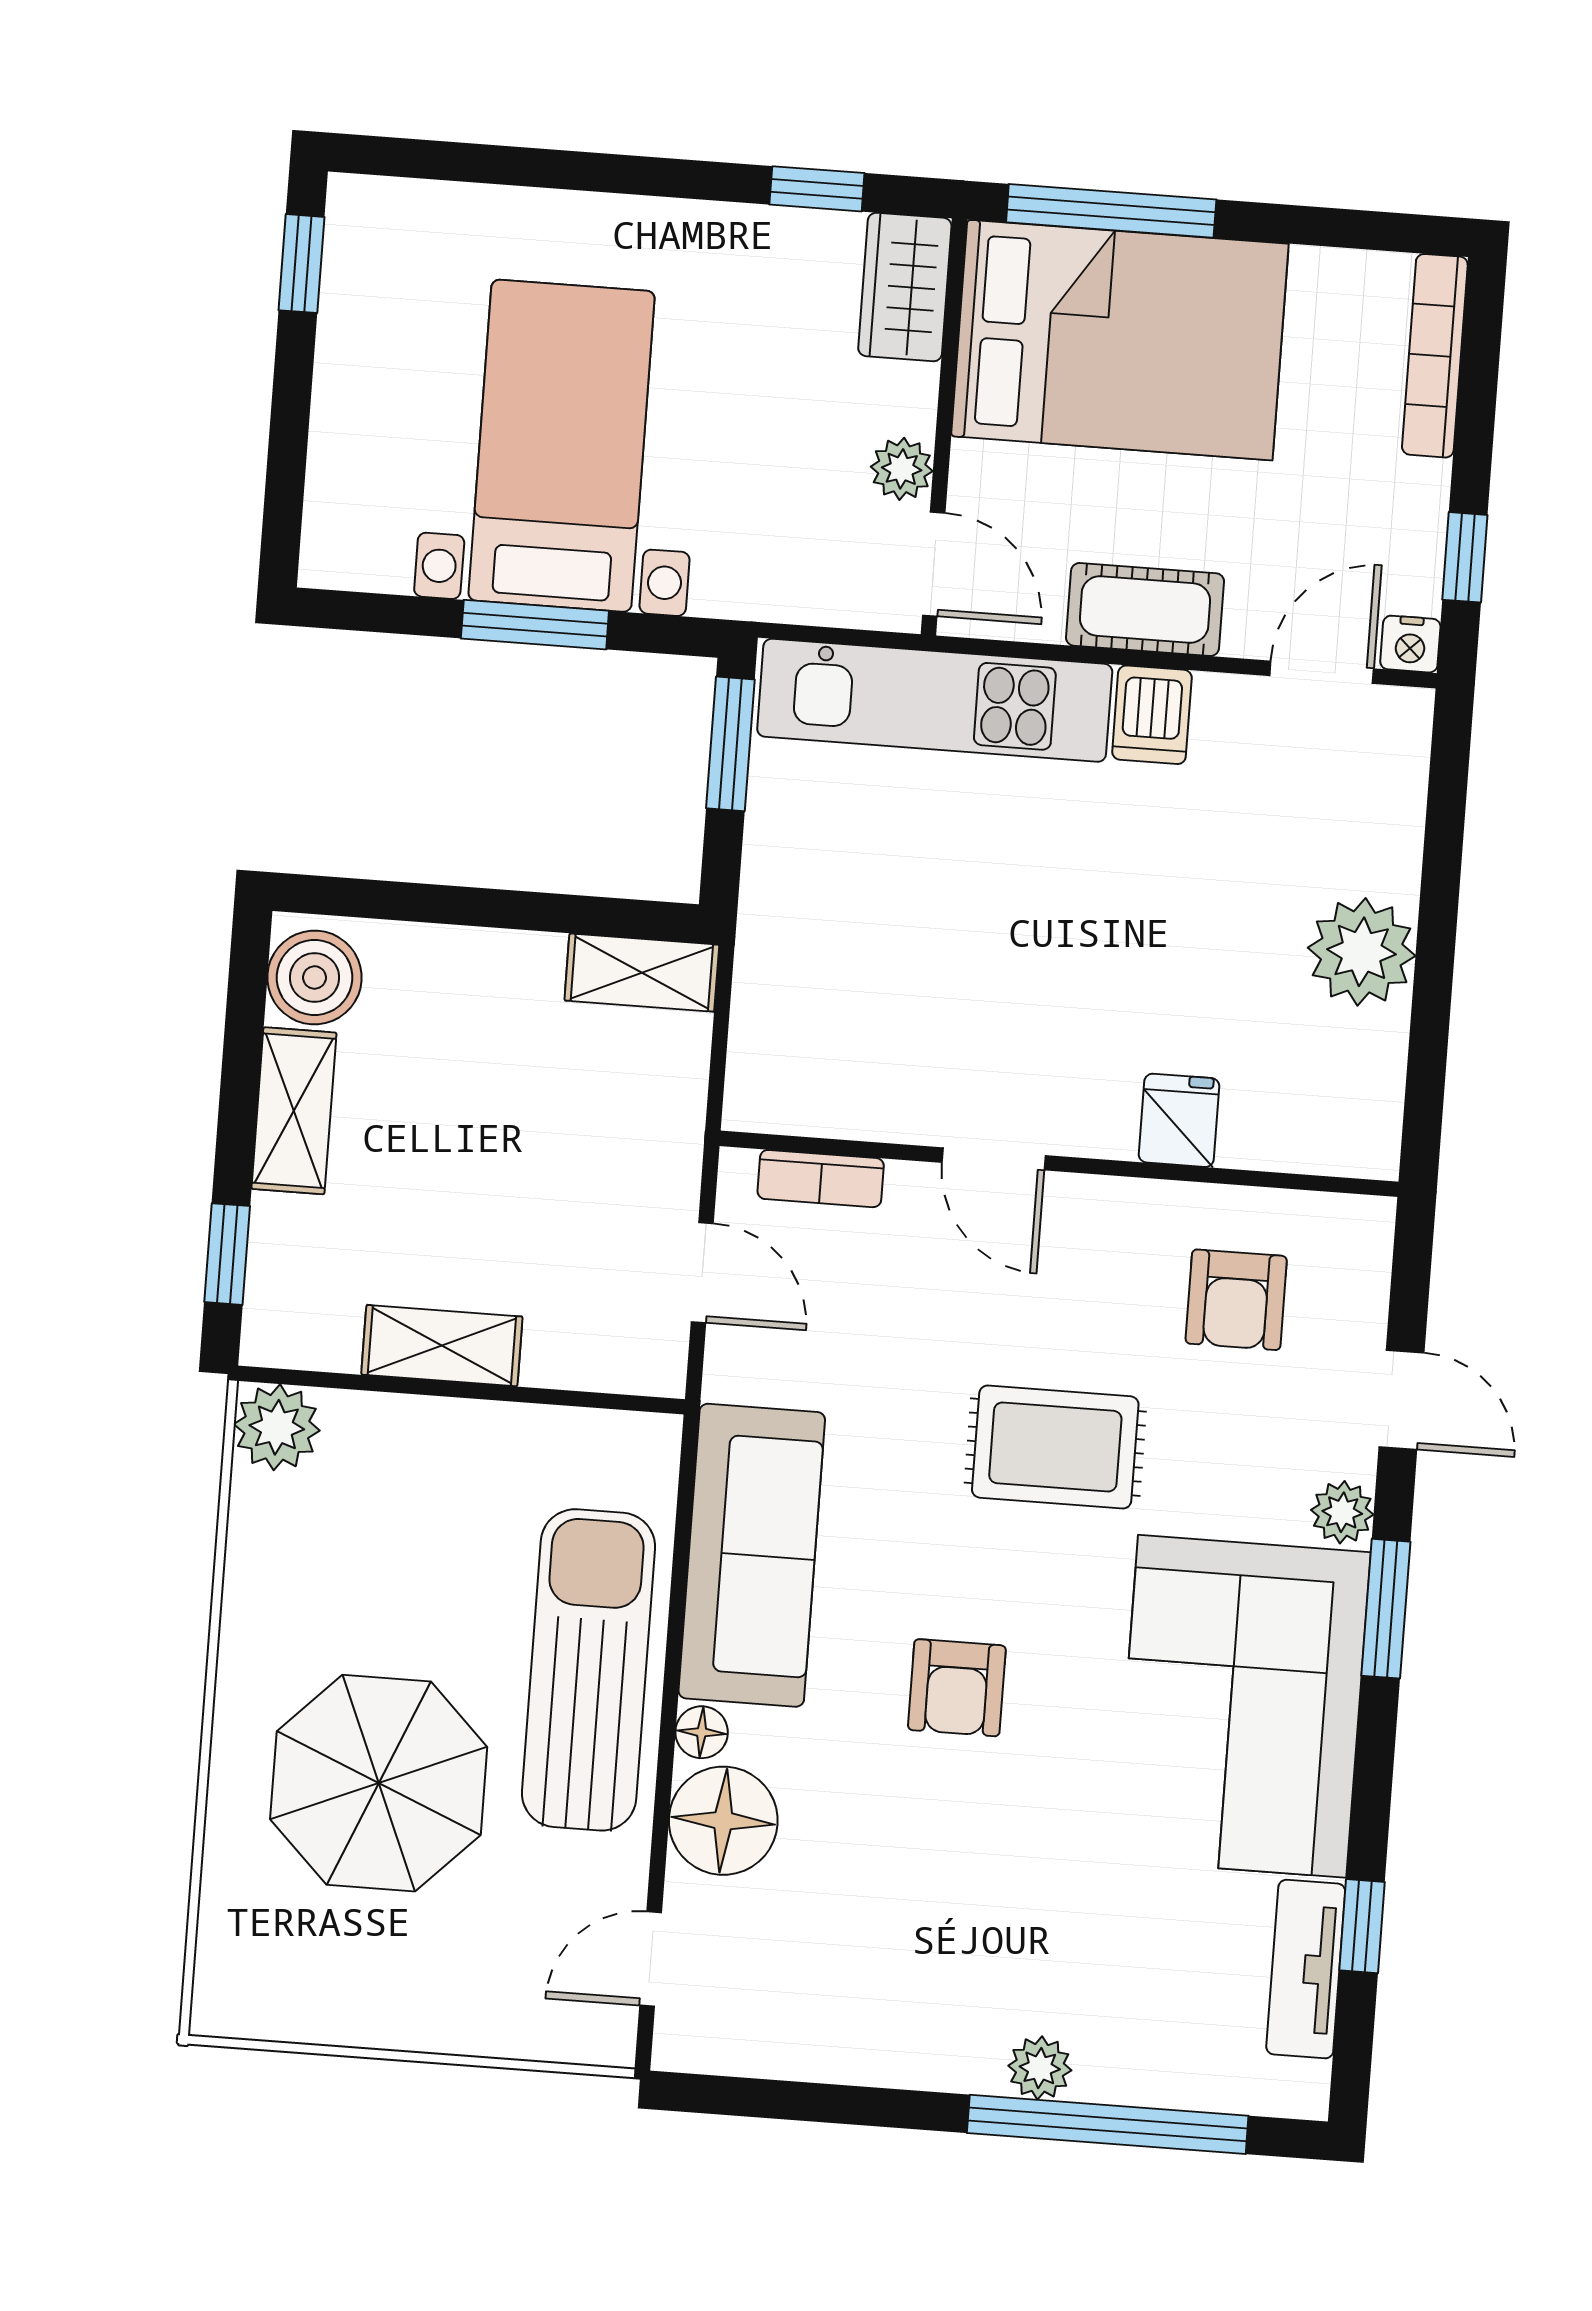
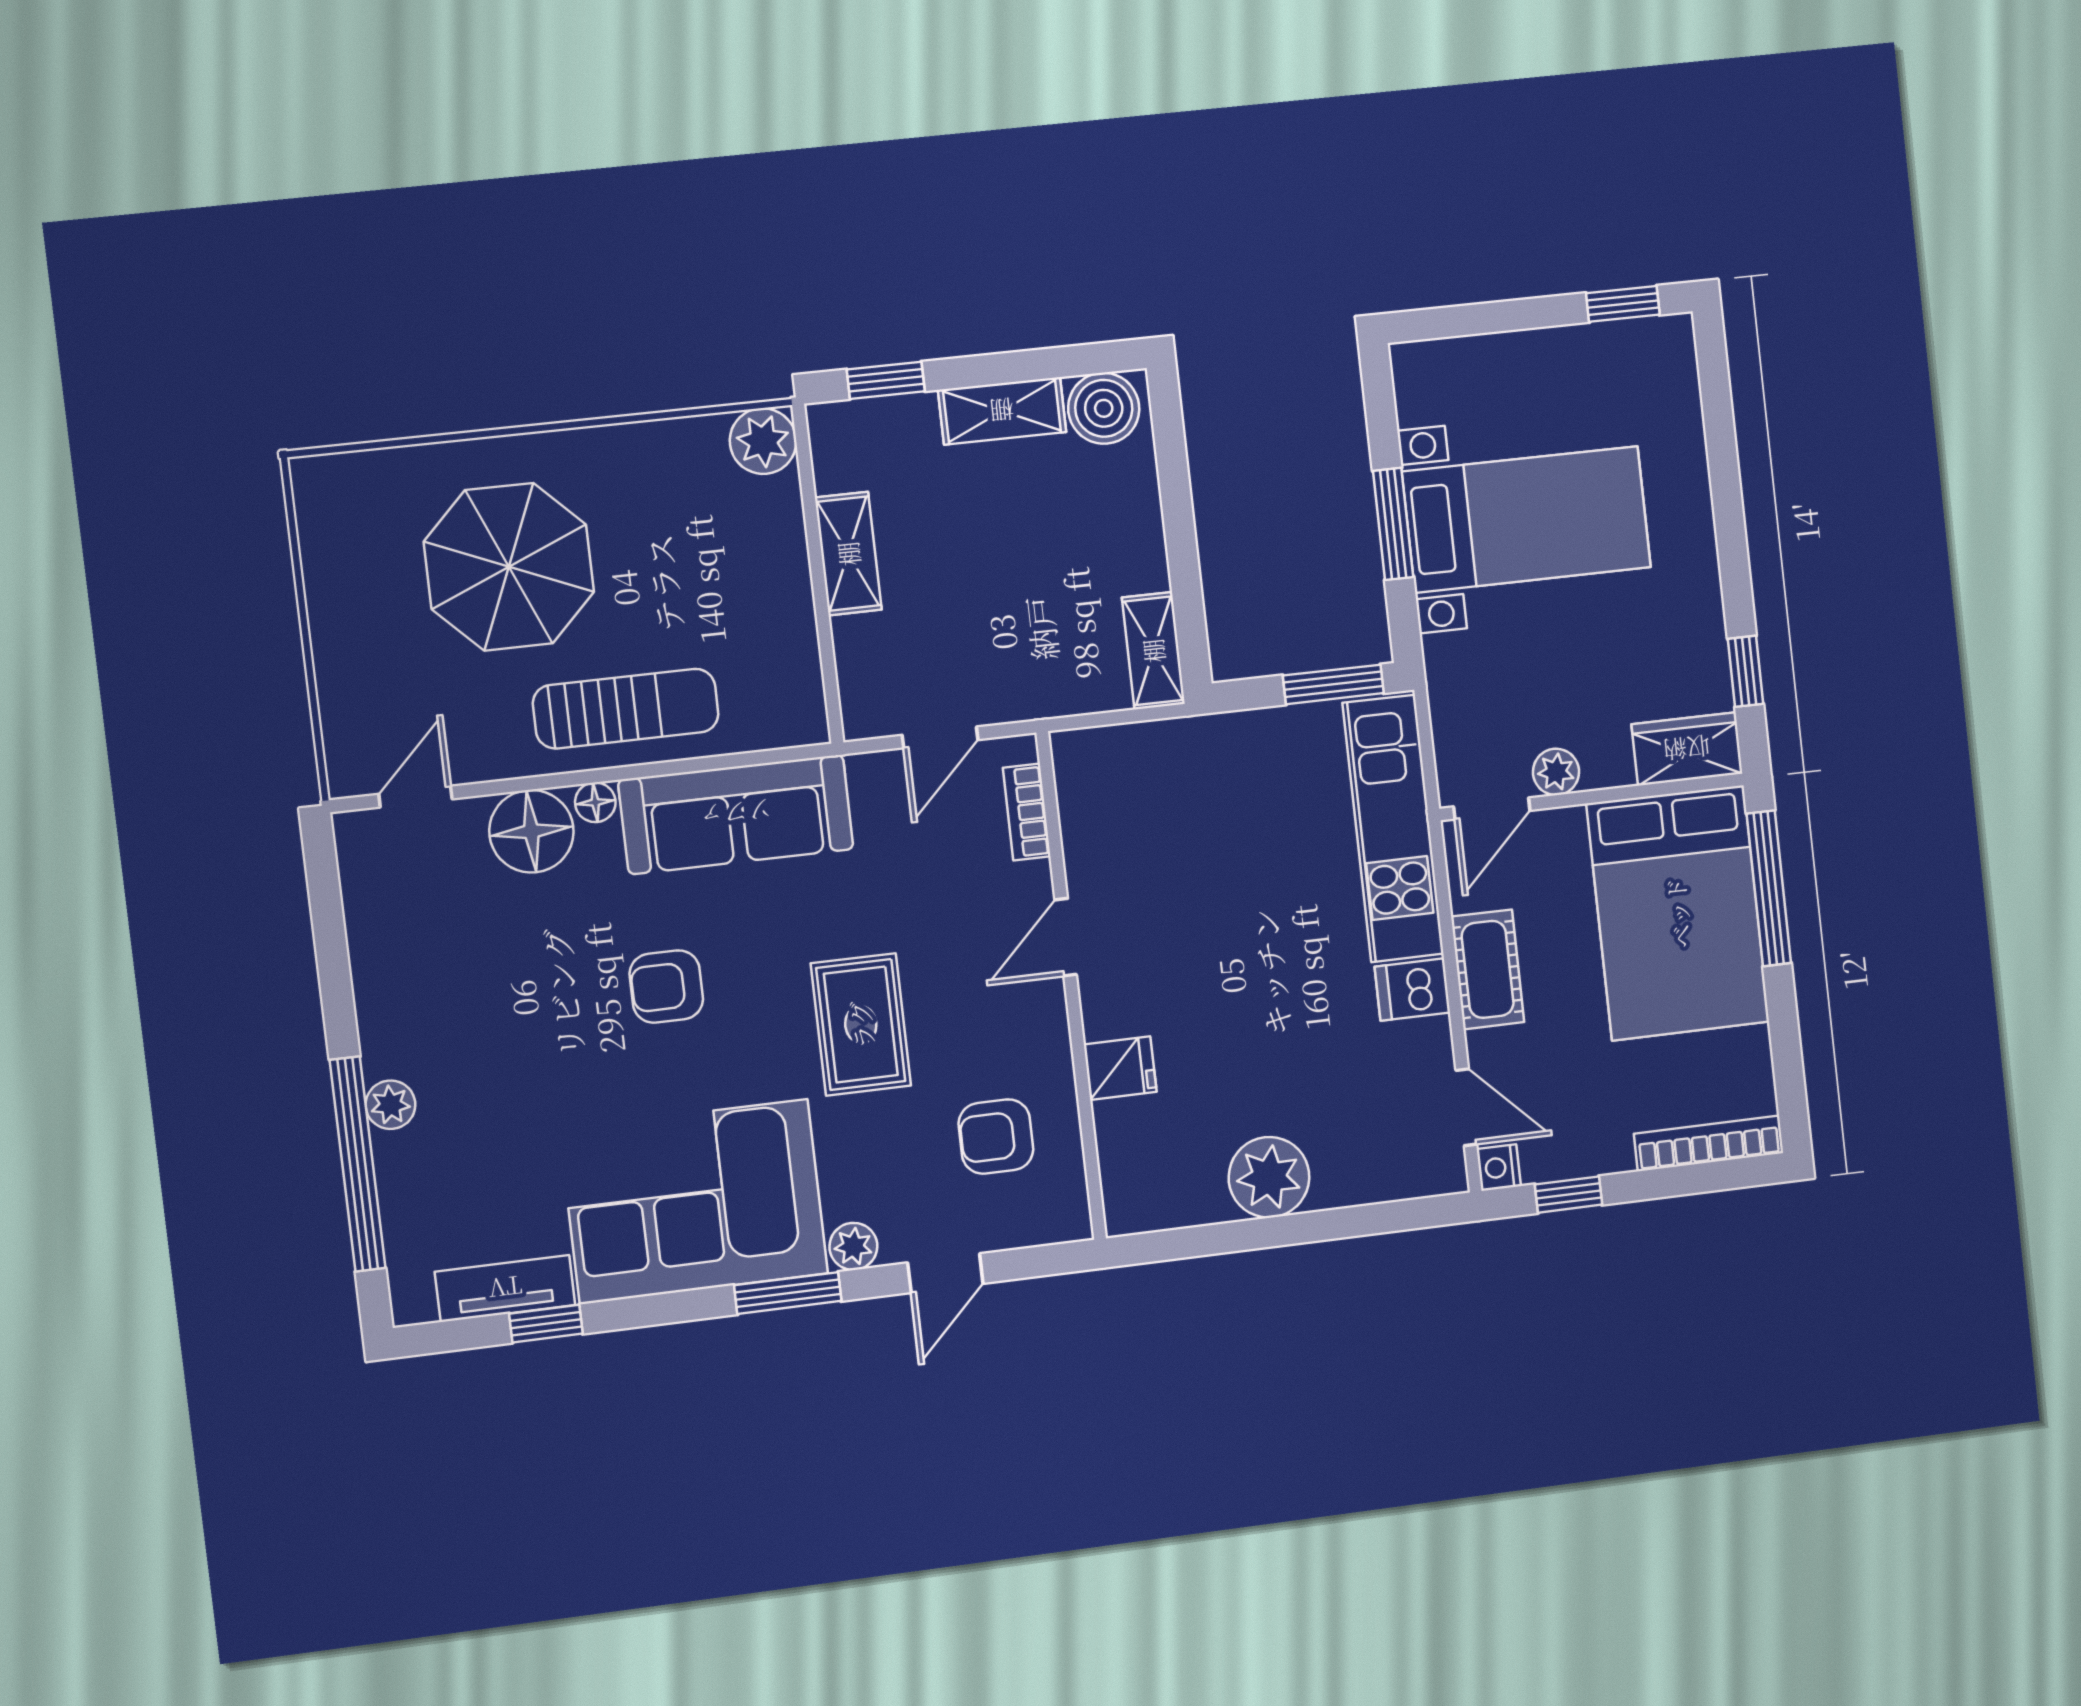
sun lounger: (589, 1670) -> (626, 709), width x0.73, depth x0.75
door: (651, 1959) -> (415, 797), hinge flipped

